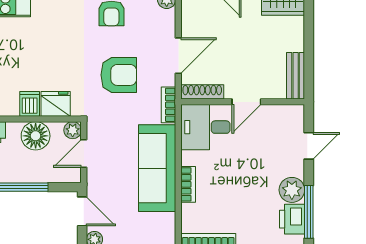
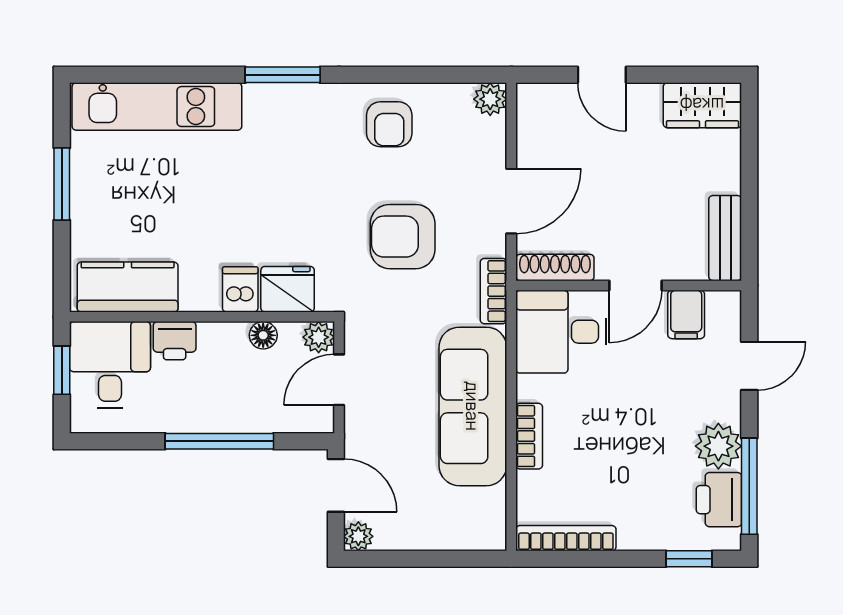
armchair: (119, 75) -> (403, 237), turned 180
filing cabinet: (274, 118) -> (686, 314), added
floor lamp: (36, 136) -> (263, 335), width x0.53, depth x0.53

